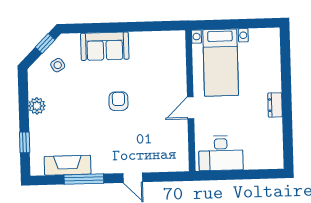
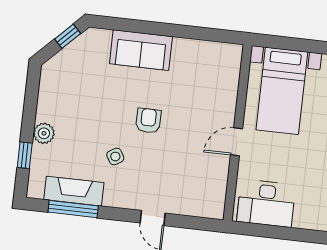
side table: (58, 65) -> (115, 156), moved
plant: (37, 106) -> (44, 133), moved
window: (84, 179) -> (73, 209), moved

